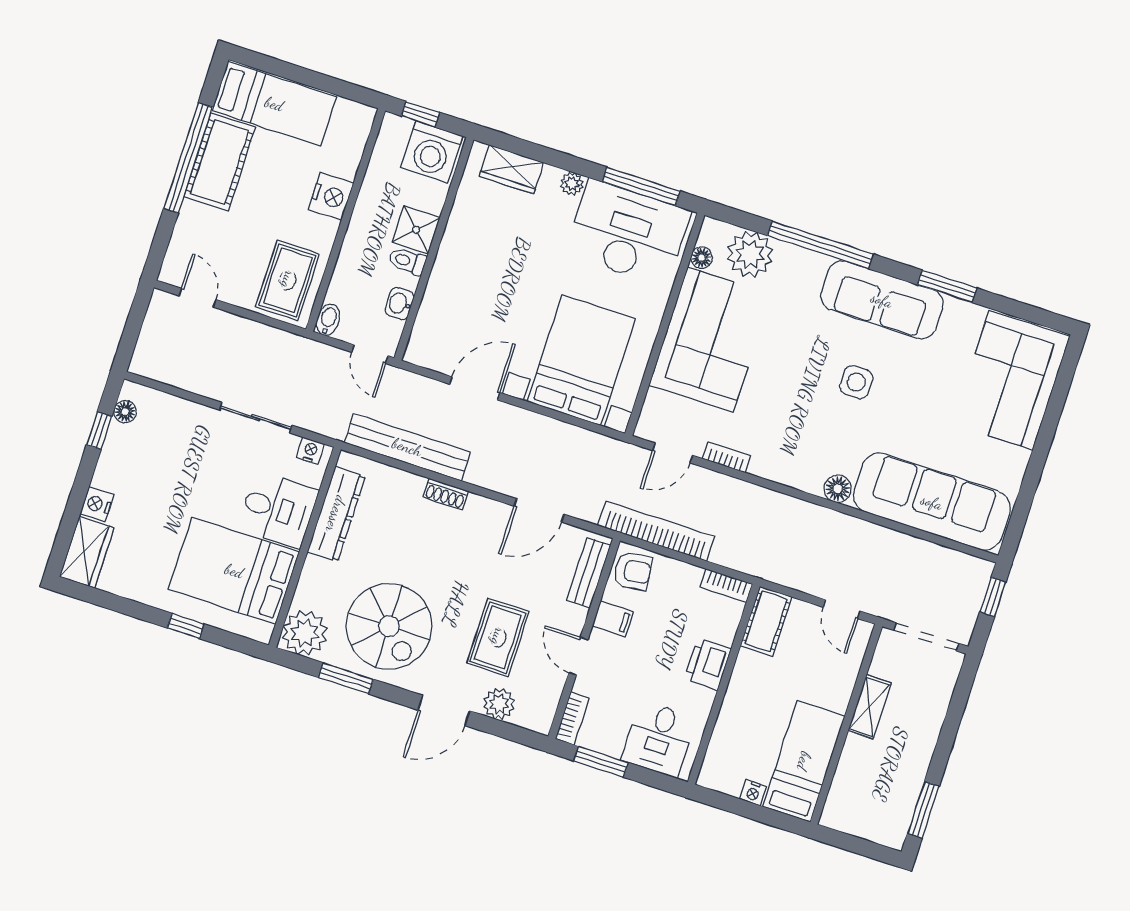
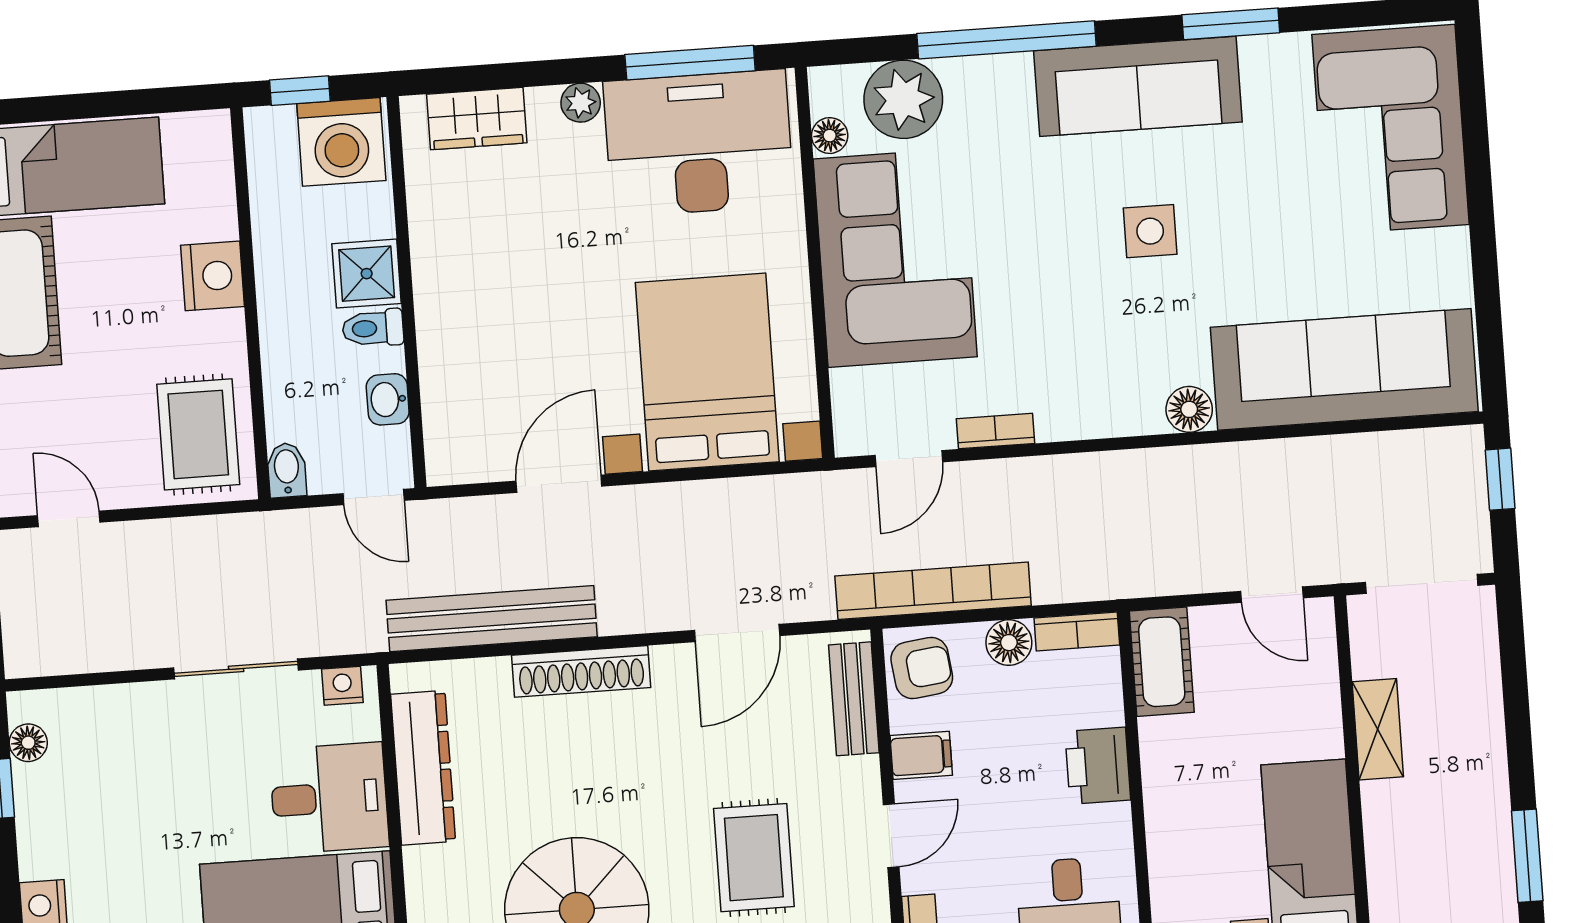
shoe rack: (446, 494) -> (581, 671), width x1.94, depth x1.24
floor lamp: (686, 576) -> (1009, 643), added
door: (578, 656) -> (891, 836), swing flipped

